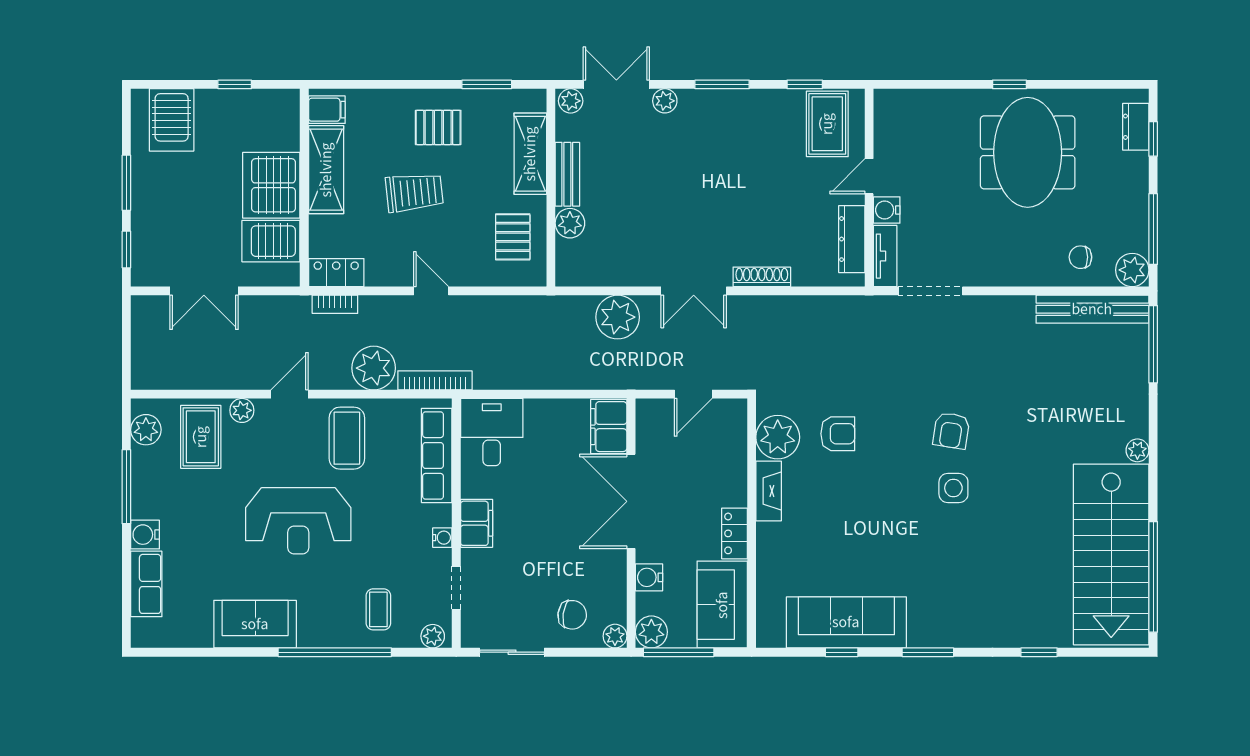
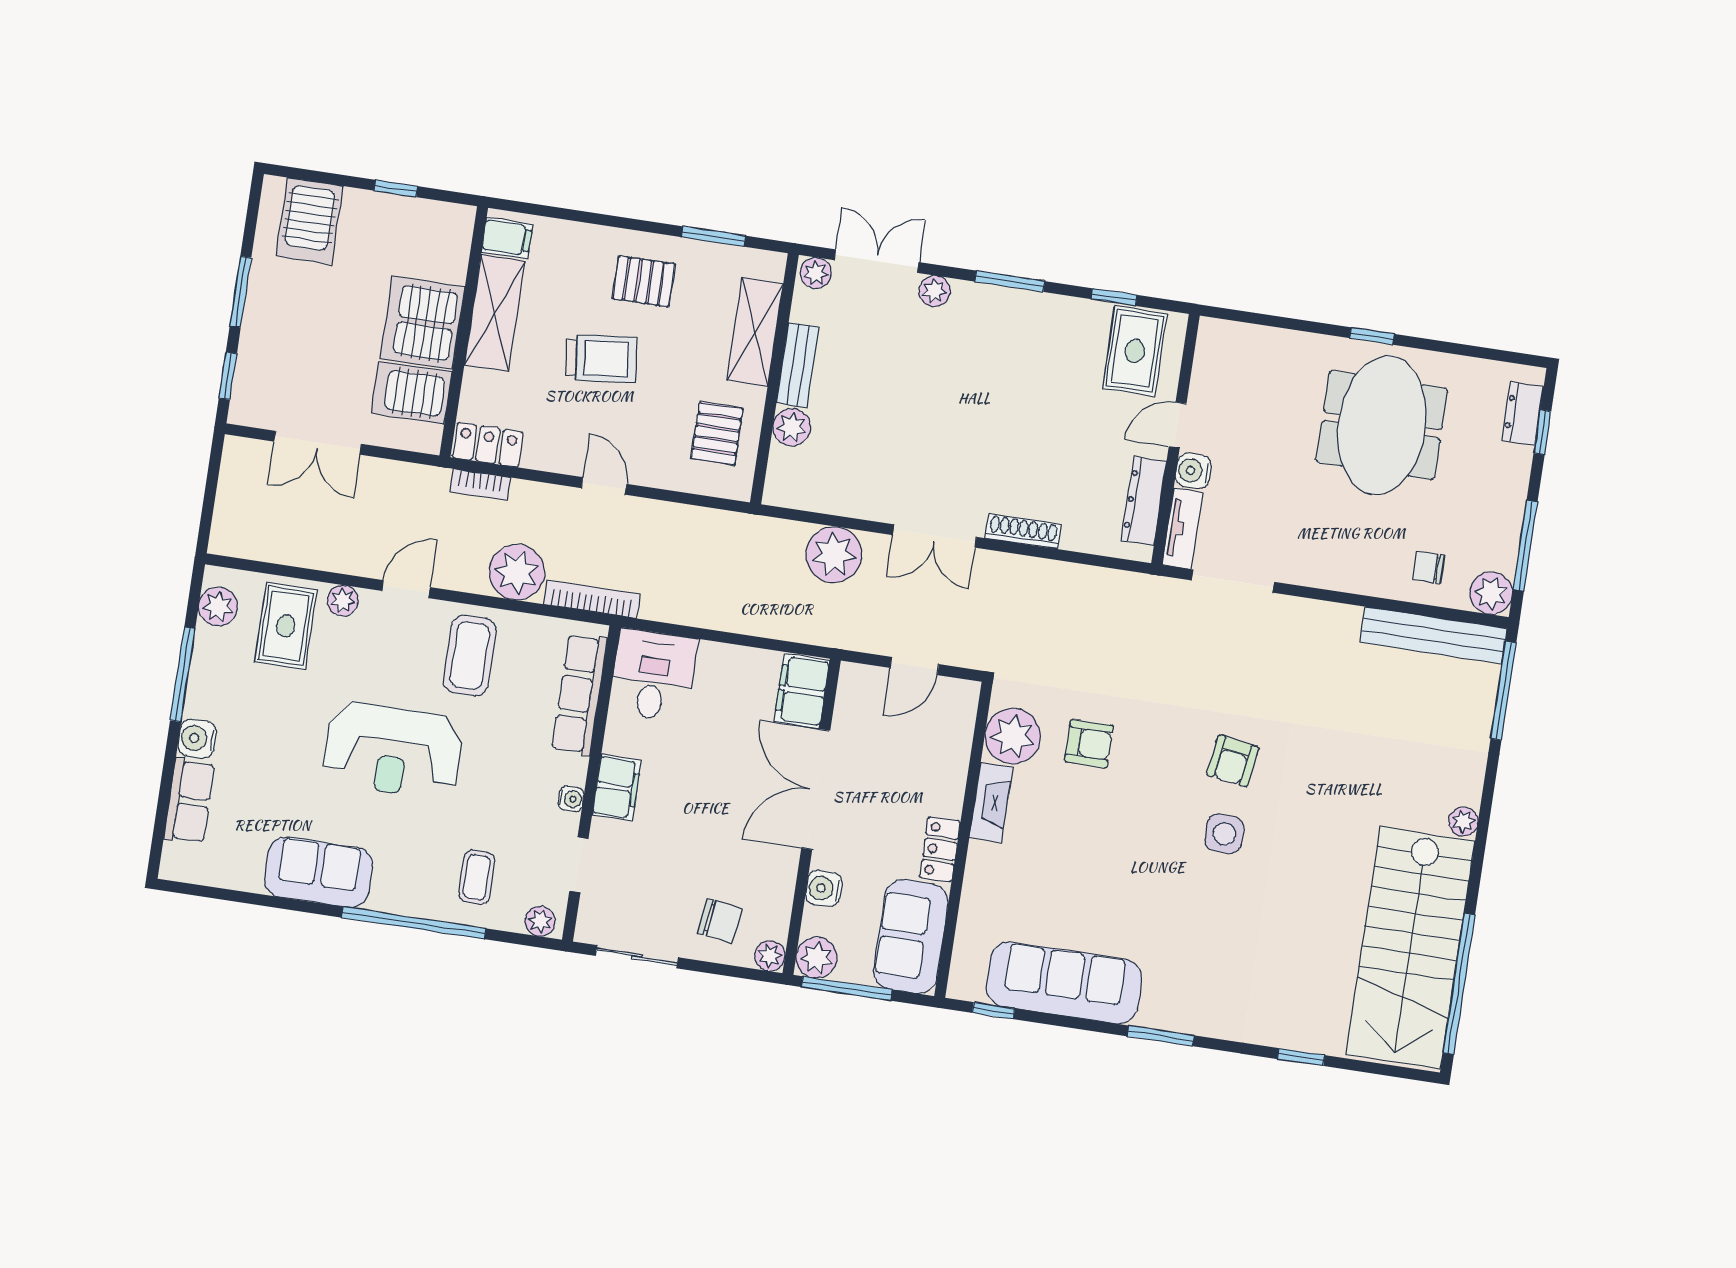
window: (842, 652) -> (994, 1011), moved

